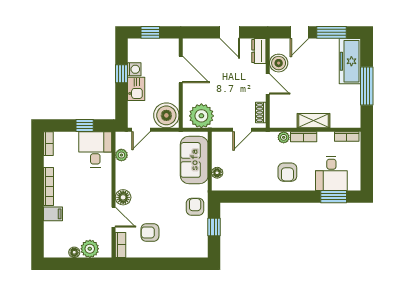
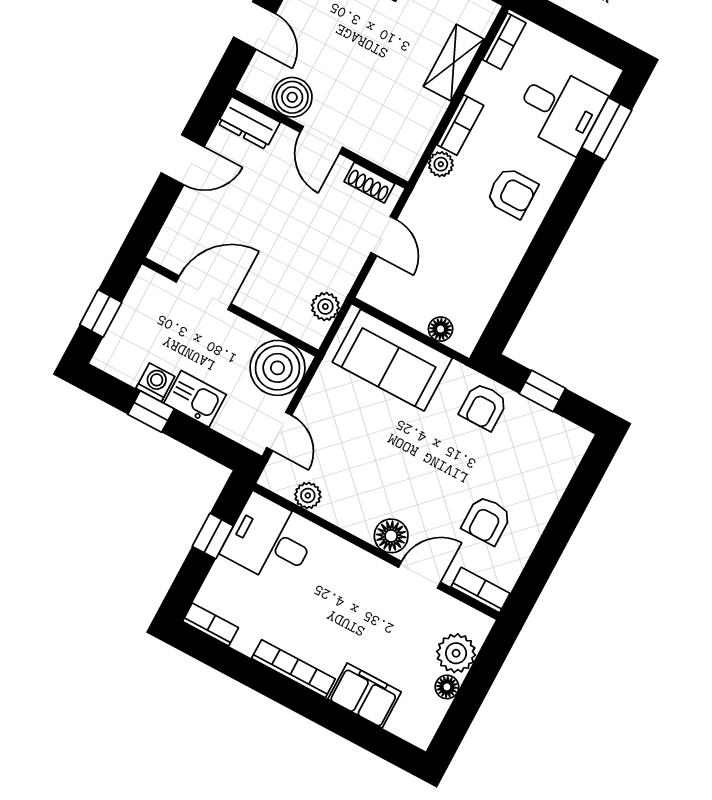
door: (268, 84) -> (321, 140), swing flipped
plant: (201, 116) -> (325, 307), width x0.53, depth x0.53
shelving: (313, 121) -> (454, 63), moved
armchair: (195, 207) -> (483, 407), turned -90
filing cabinet: (53, 214) -> (365, 695), width x2.00

